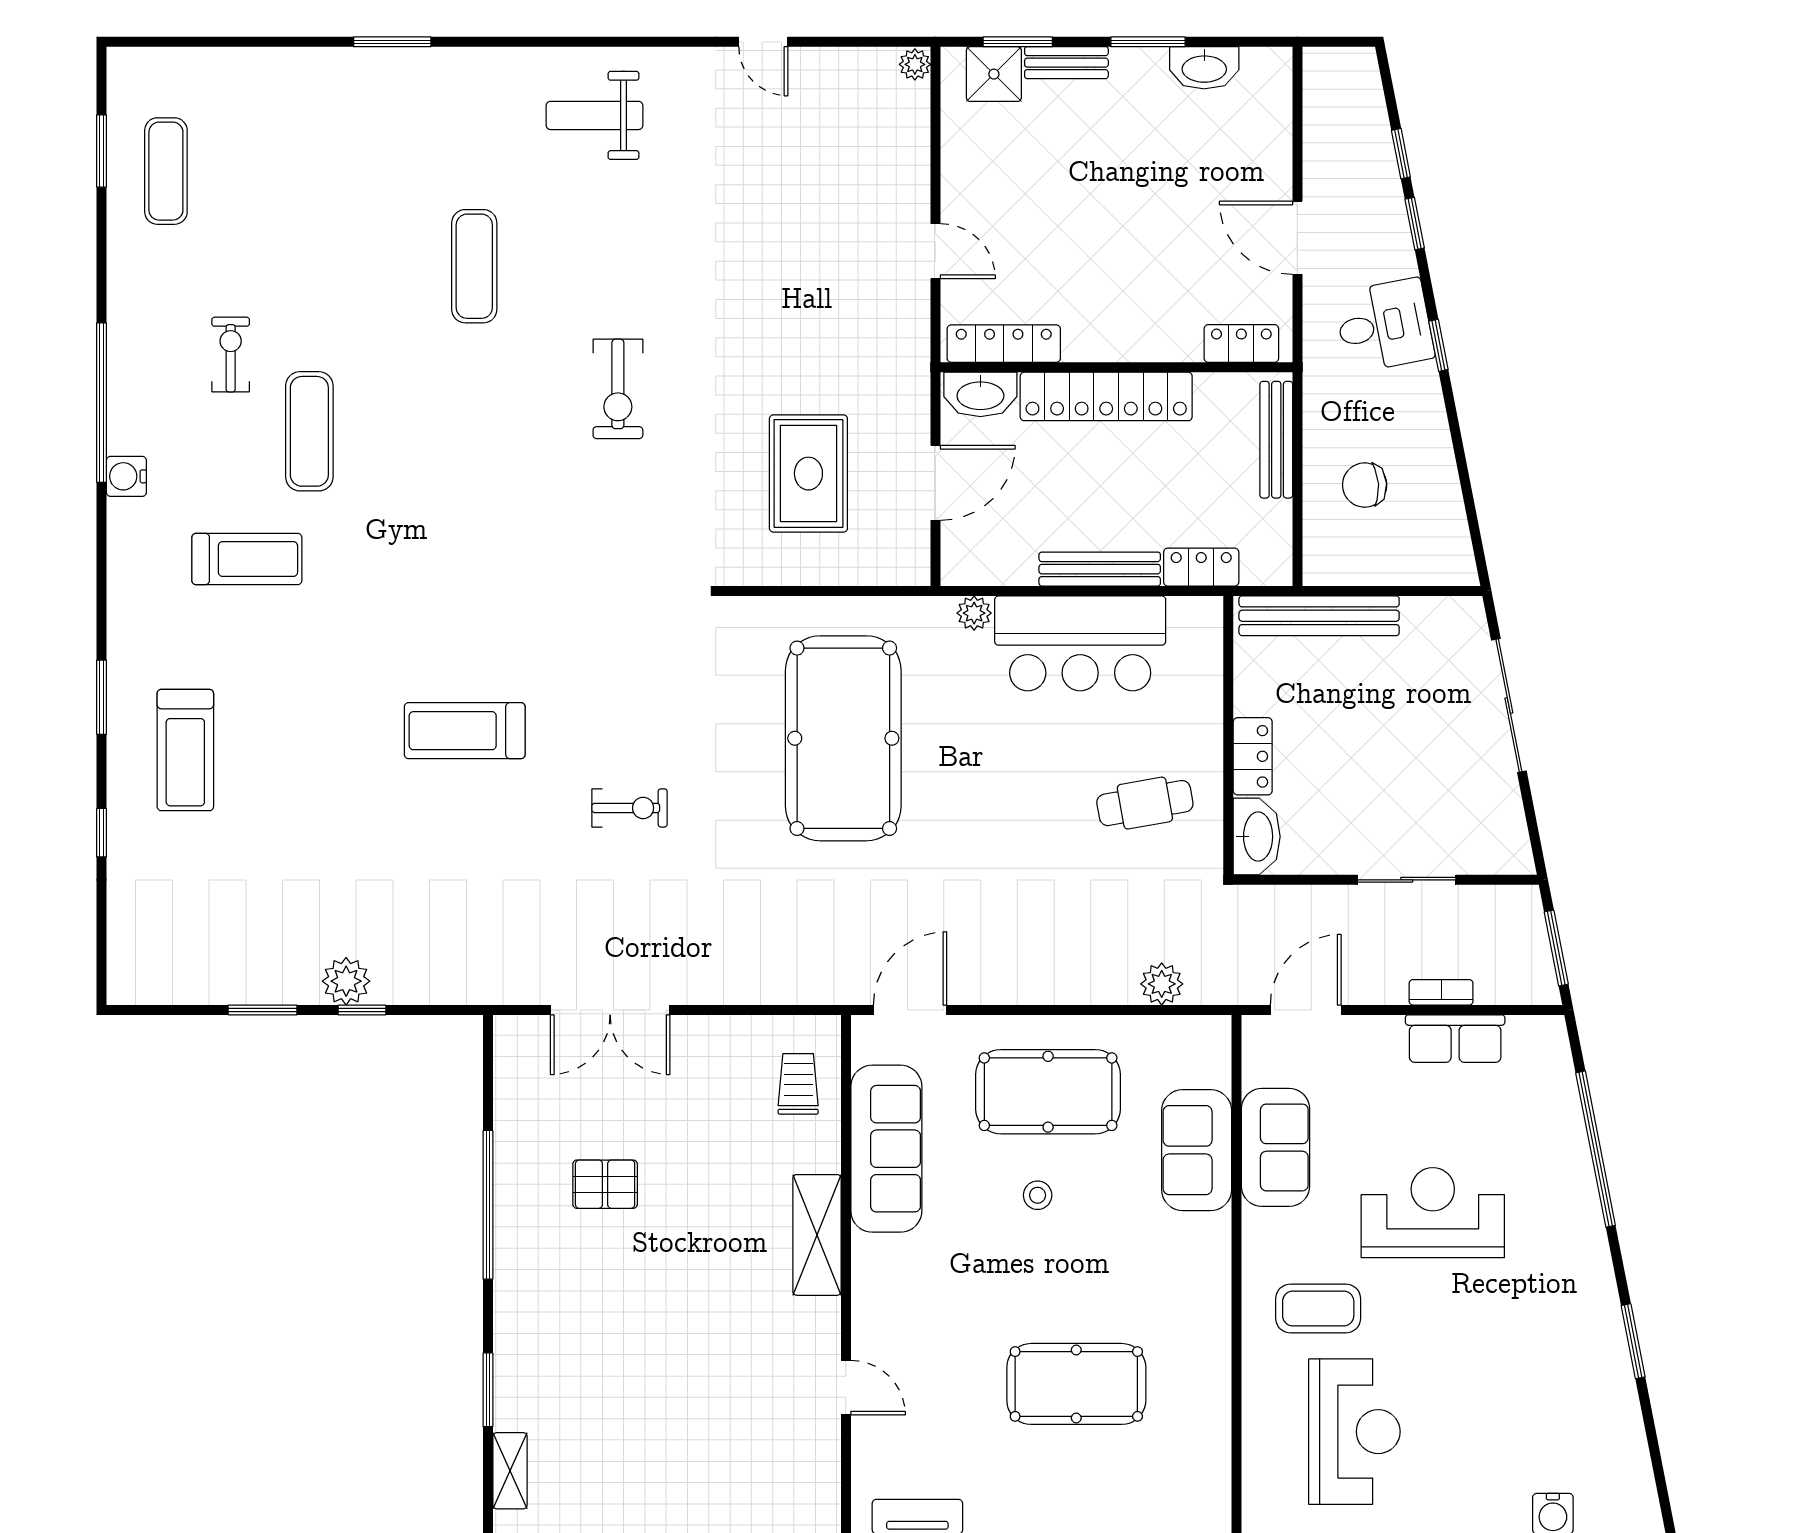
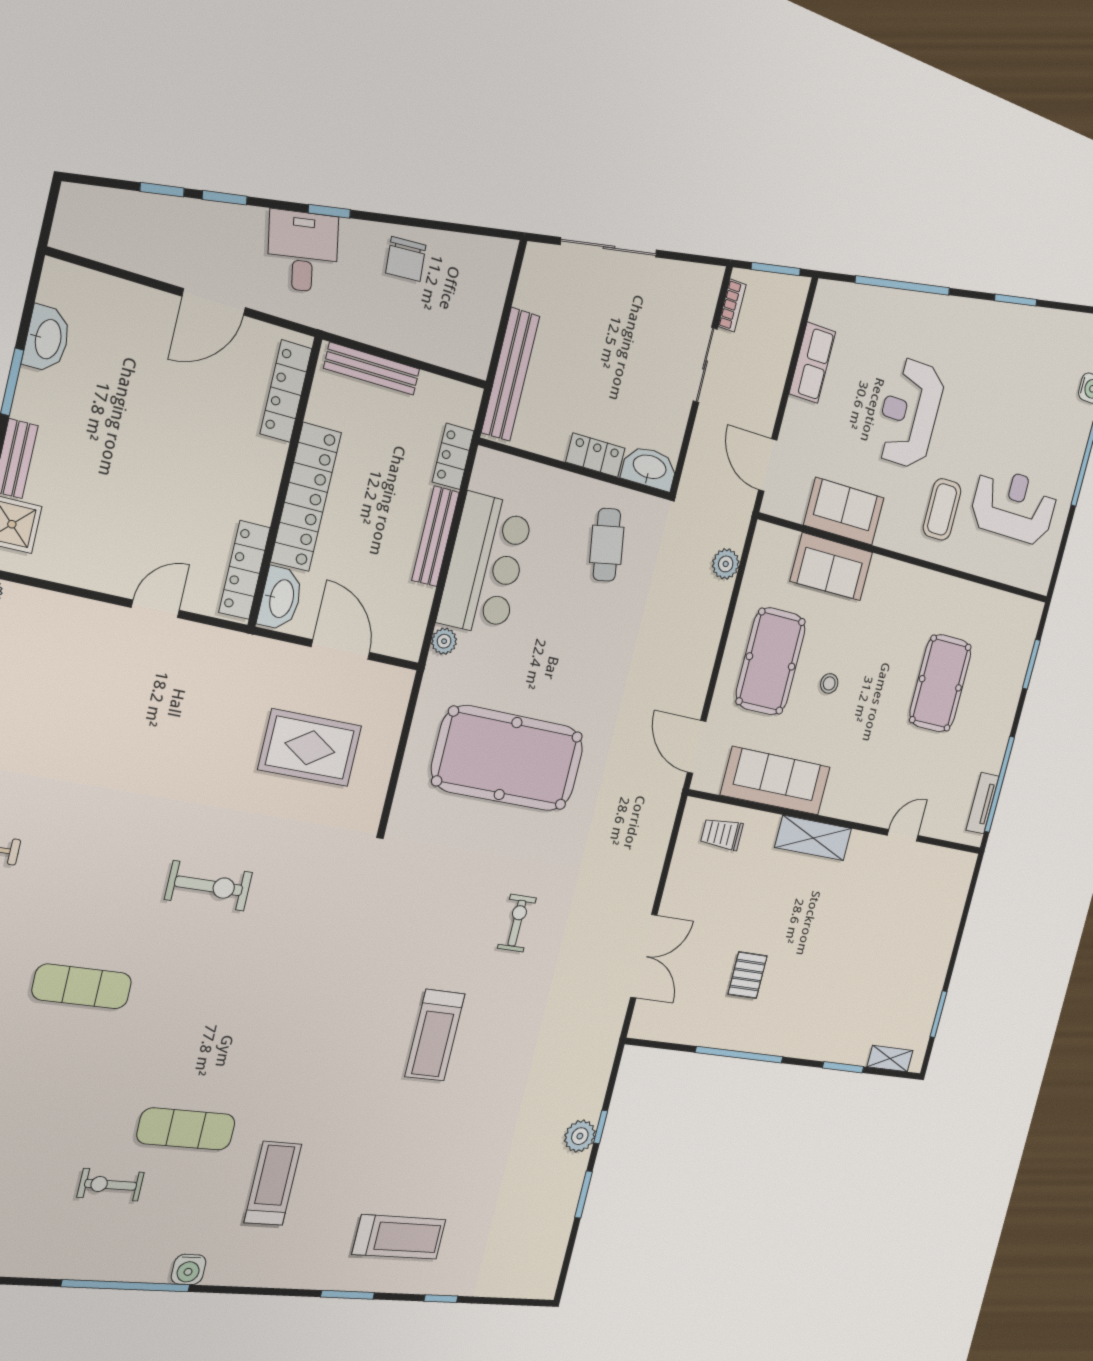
locker: (1241, 343) -> (286, 391), width x1.53
chair: (1365, 485) -> (406, 259), moved
bookcase: (1441, 992) -> (732, 306), moved, turned 180

